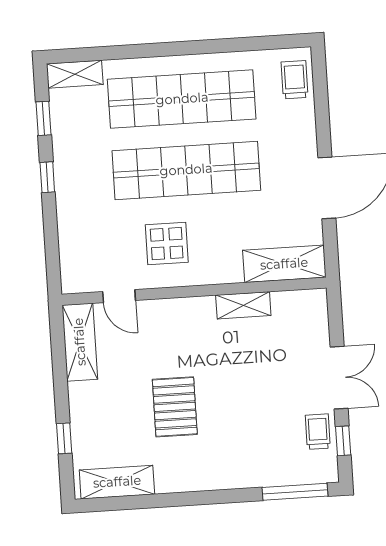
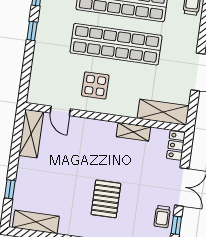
locker: (316, 313) -> (176, 145), added
pallet: (175, 407) -> (106, 199), moved
trolley: (318, 432) -> (162, 217), turned 180

